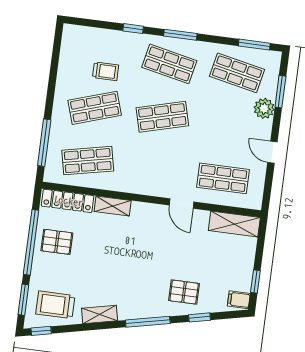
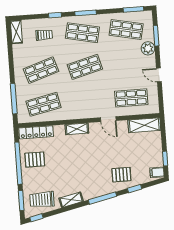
shelving: (69, 42) -> (16, 32), added
trolley: (106, 71) -> (44, 35), moved
shelving: (113, 206) -> (77, 129), moved

